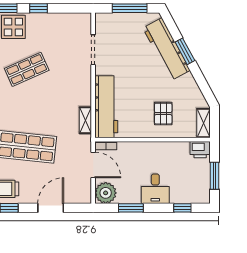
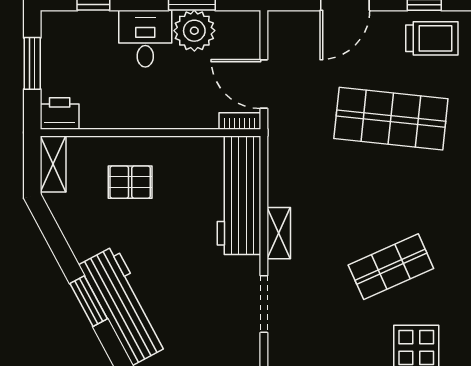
pallet: (163, 114) -> (130, 182), turned 90
shelving: (85, 120) -> (279, 233), moved
plant: (106, 193) -> (194, 31), moved

